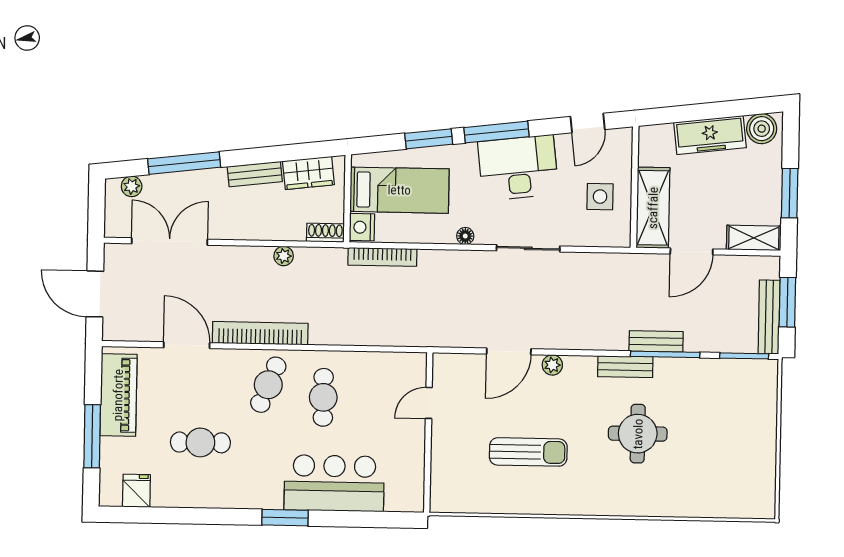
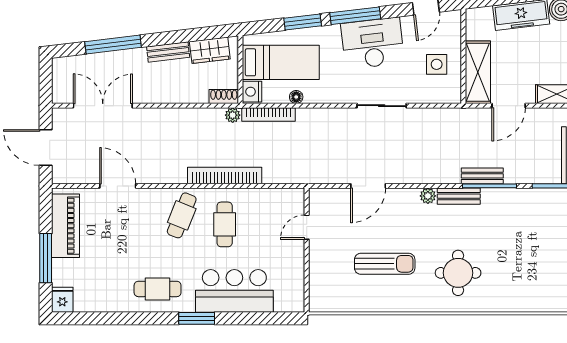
plant: (132, 186) -> (73, 63), removed
floor lamp: (465, 236) -> (296, 97), moved
plant: (284, 256) -> (233, 115), moved
bookcase: (260, 333) -> (225, 176), moved
plant: (552, 365) -> (428, 196), moved
round table: (638, 434) -> (458, 273), moved
cafe table: (200, 442) -> (158, 289), moved
fridge: (136, 491) -> (62, 300), moved

